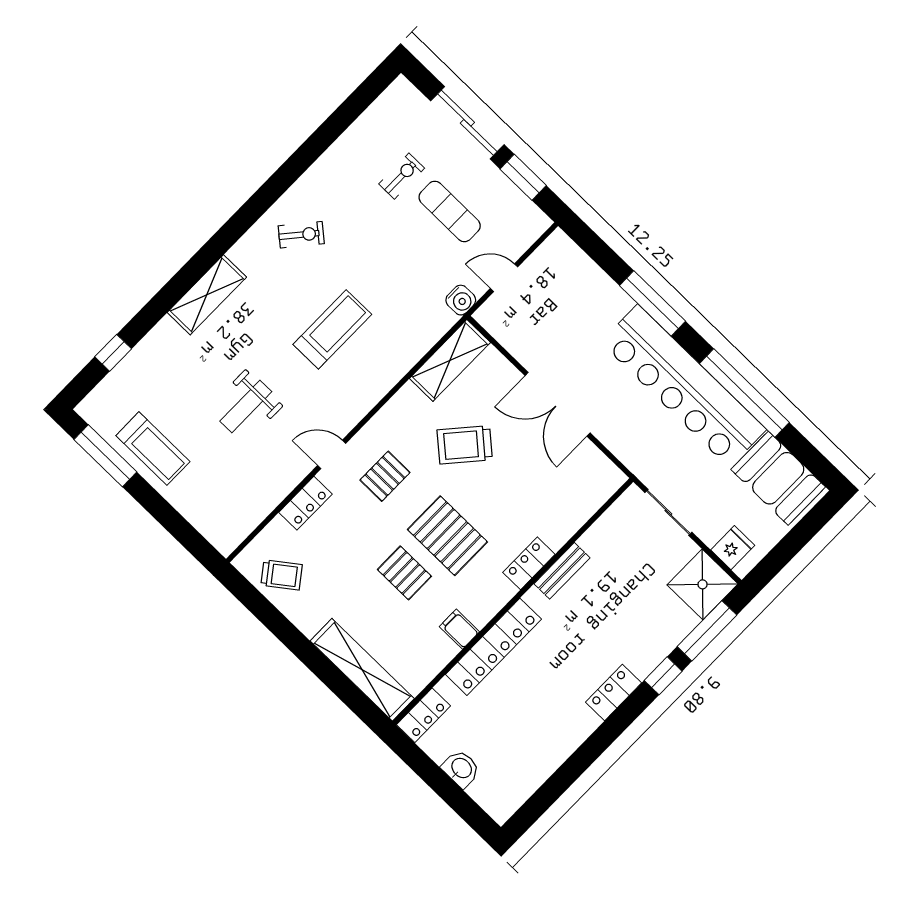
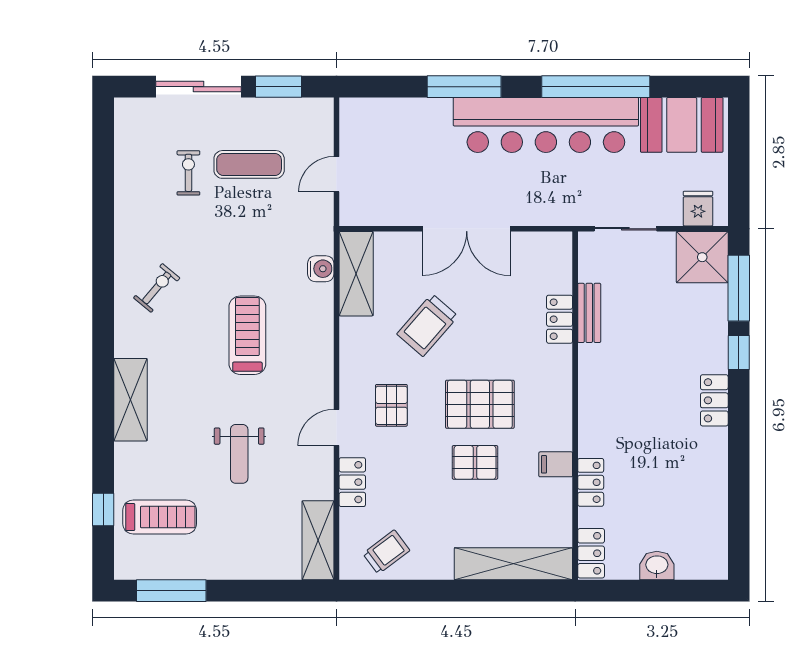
water cooler: (461, 300) -> (321, 269), moved
treadmill: (153, 449) -> (160, 517), moved
shelving: (242, 520) -> (318, 540), added
locker: (529, 563) -> (560, 319), moved
bench: (562, 571) -> (589, 313), moved
locker: (493, 647) -> (591, 482), width x0.46, depth x0.83

